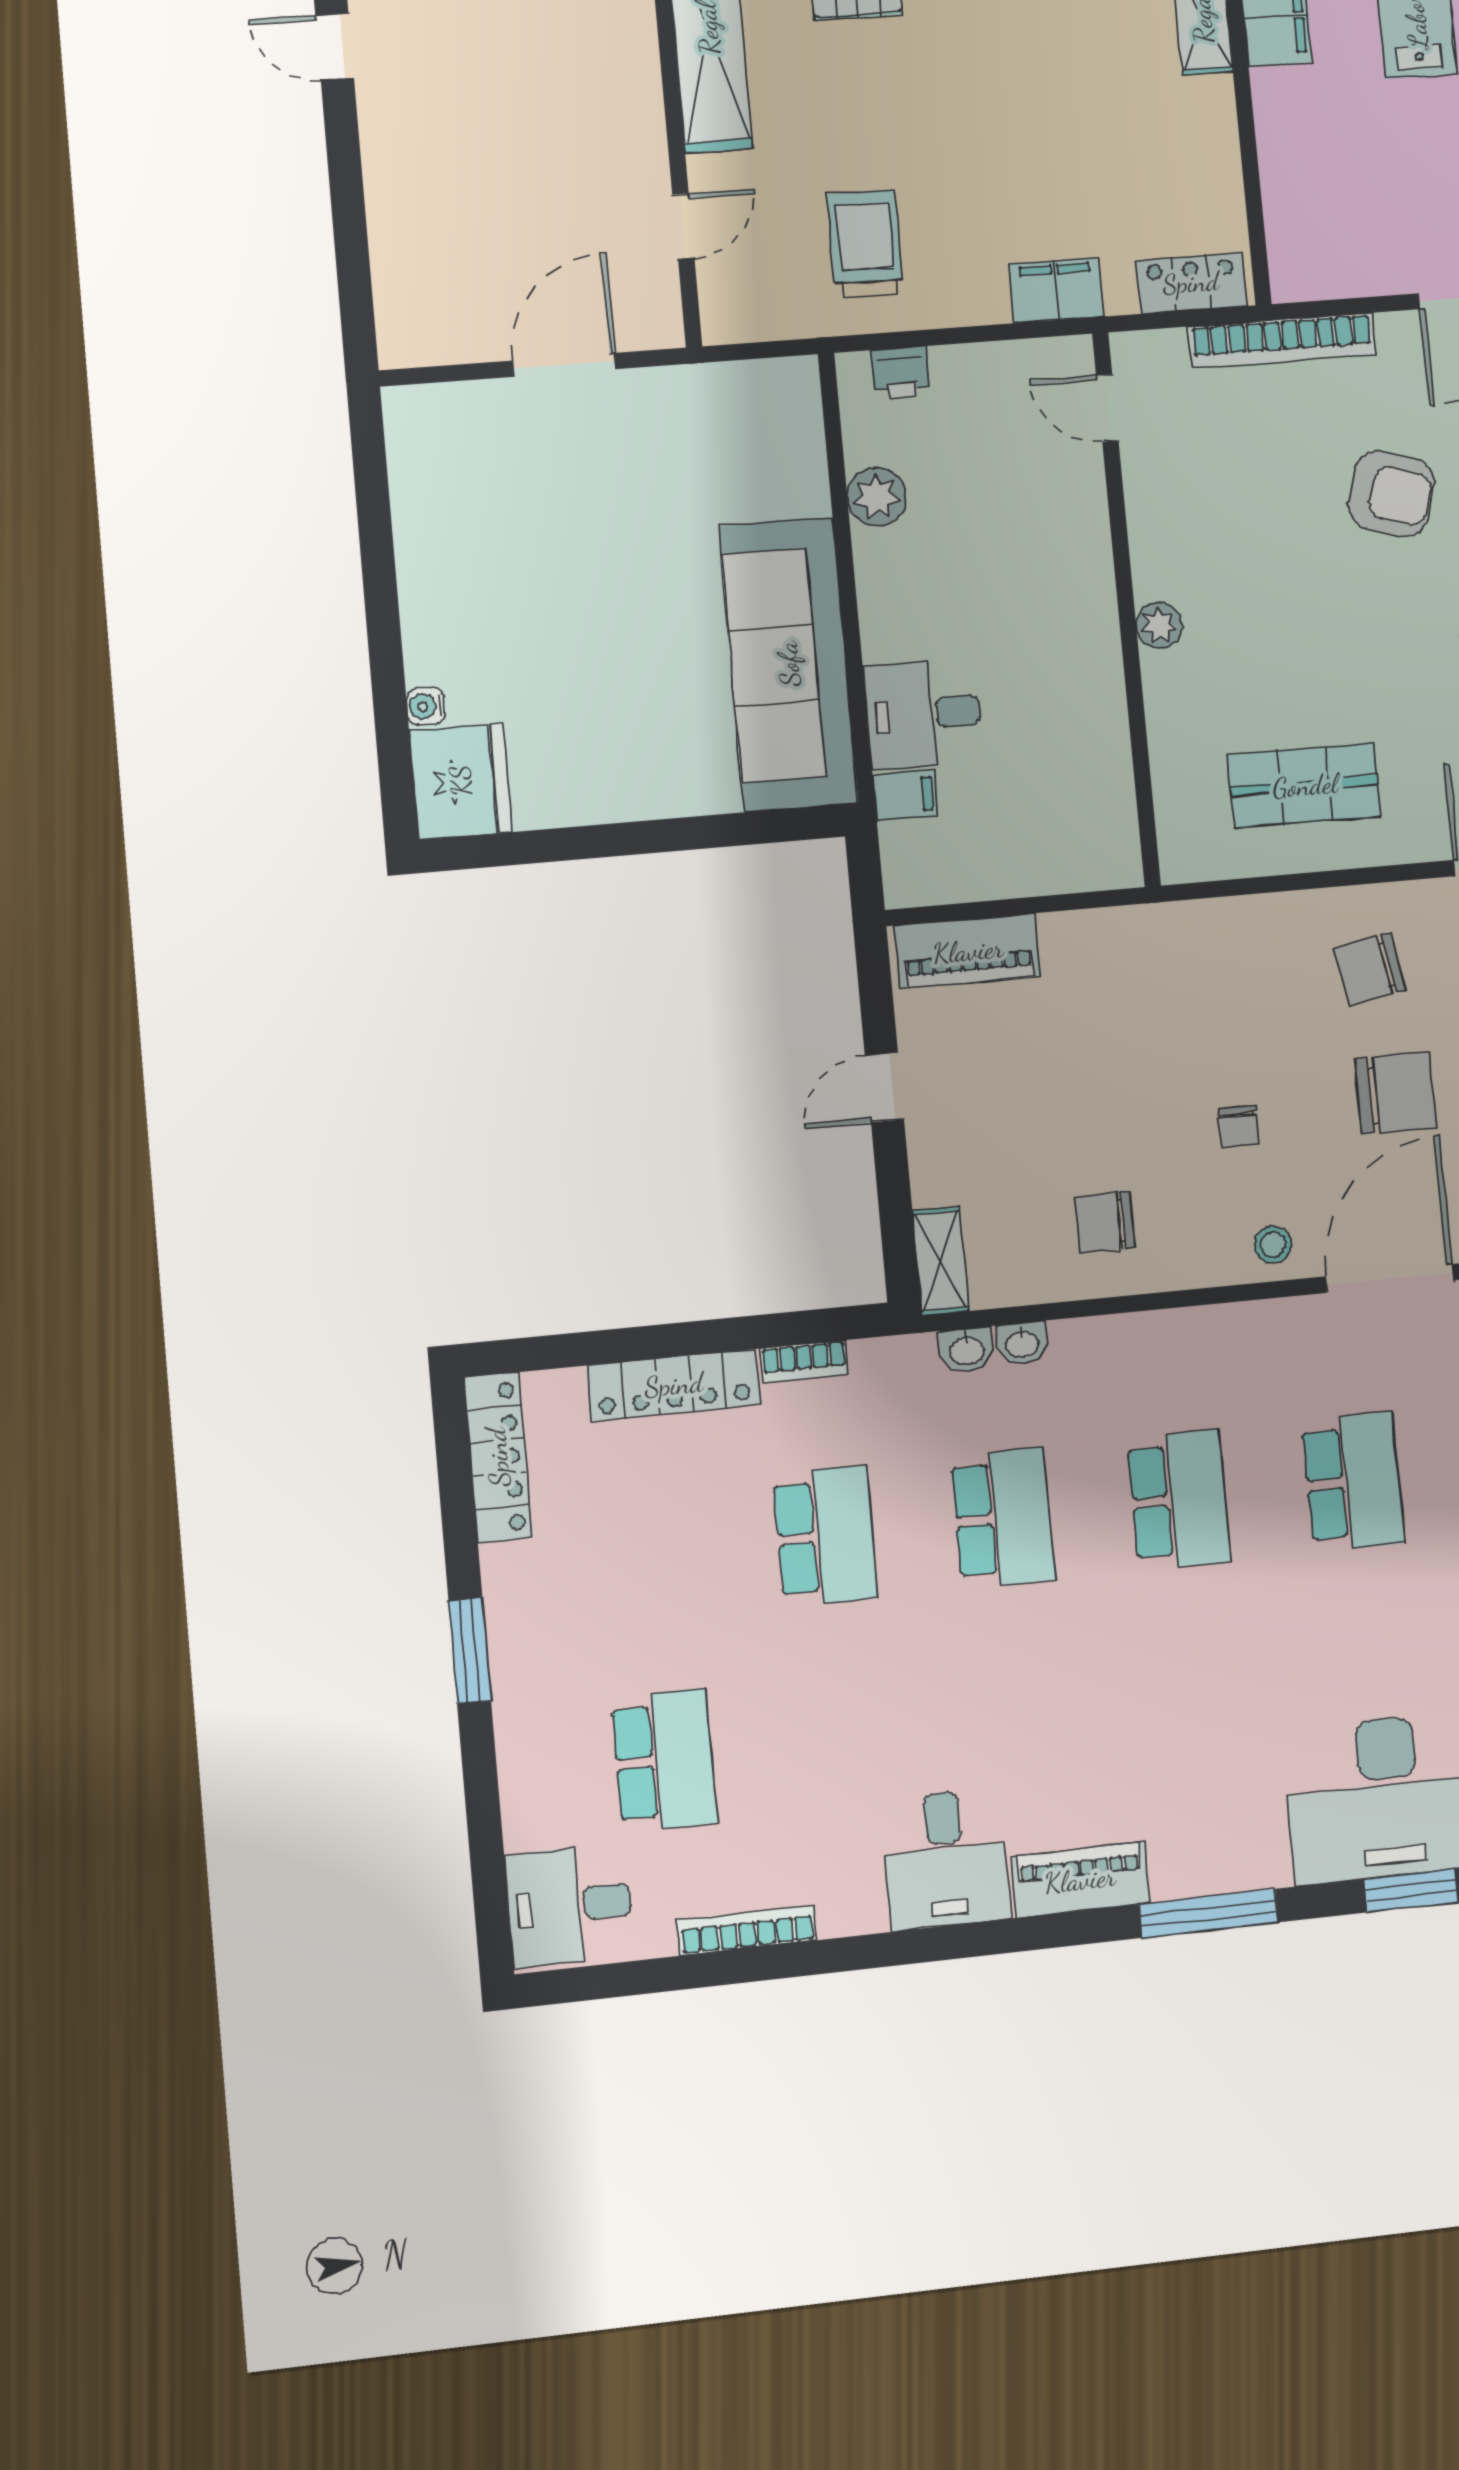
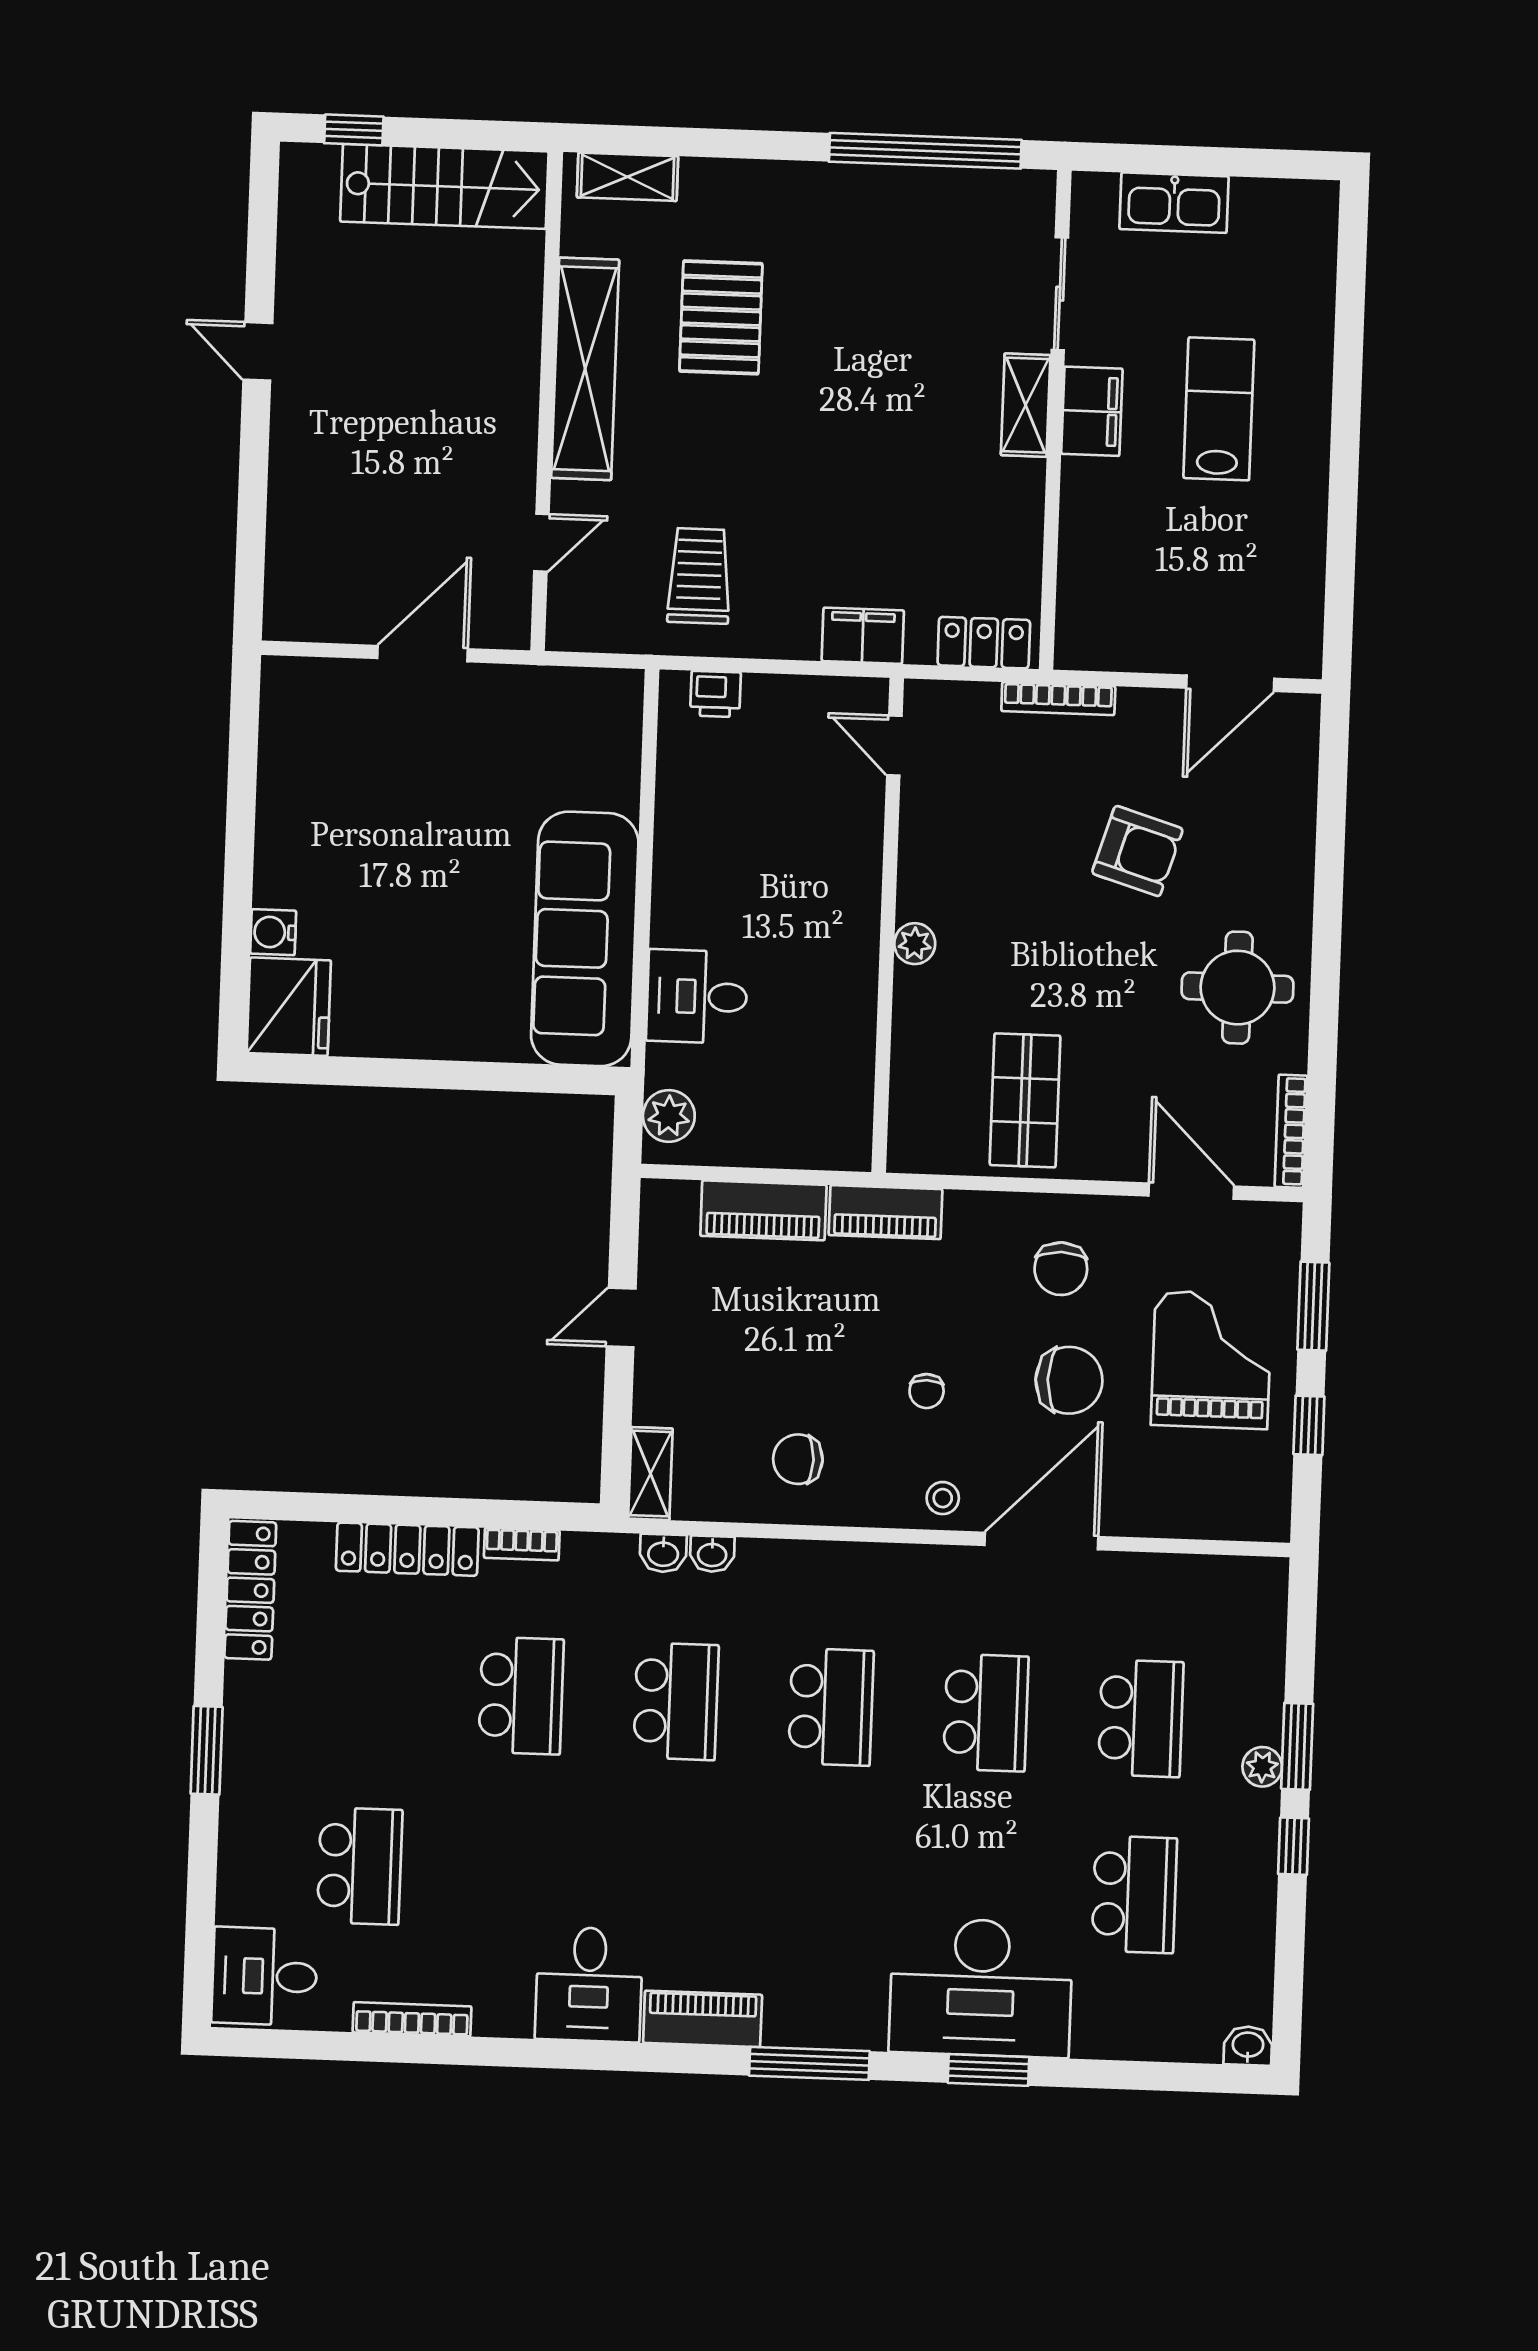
bookcase: (1282, 341) -> (1058, 699), width x0.68, depth x0.76
plant: (877, 497) -> (669, 1116), moved
water cooler: (426, 706) -> (273, 932), width x1.38, depth x1.38
shop shelf: (1305, 786) -> (1025, 1100), turned 90
filing cabinet: (905, 795) -> (672, 1066), removed
piano: (1166, 930) -> (886, 1212), added
piano: (968, 951) -> (763, 1210), moved
chair: (1370, 969) -> (1061, 1269), turned -80

